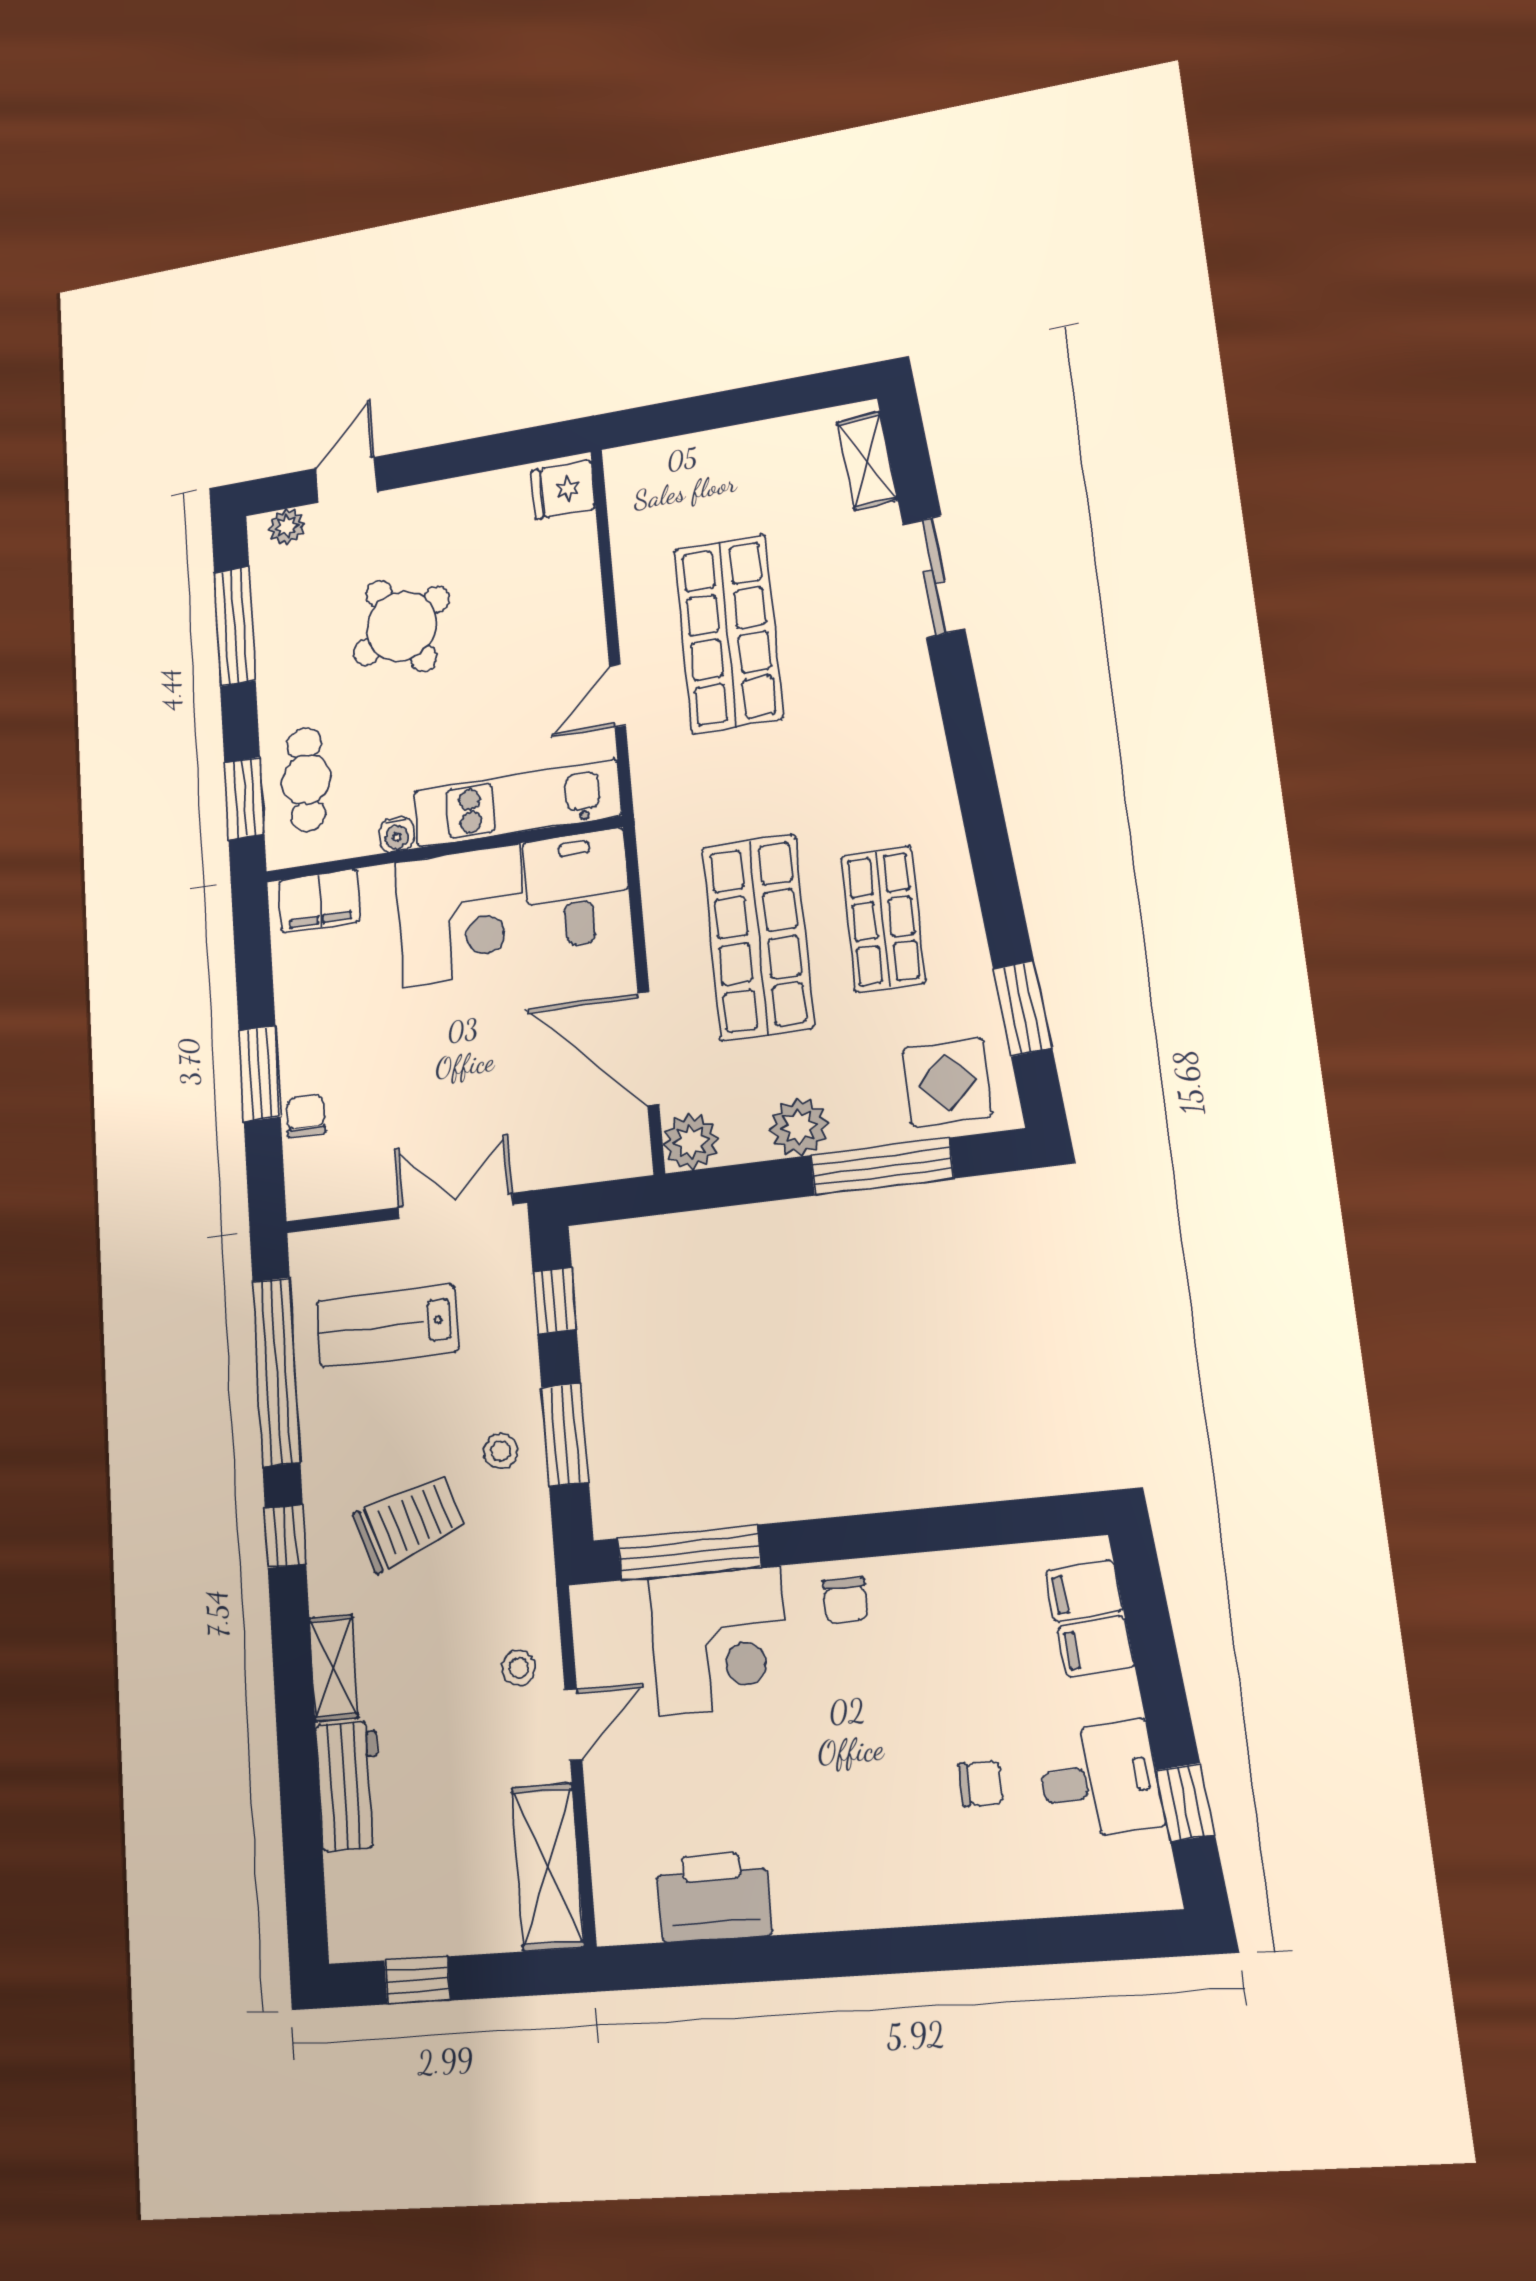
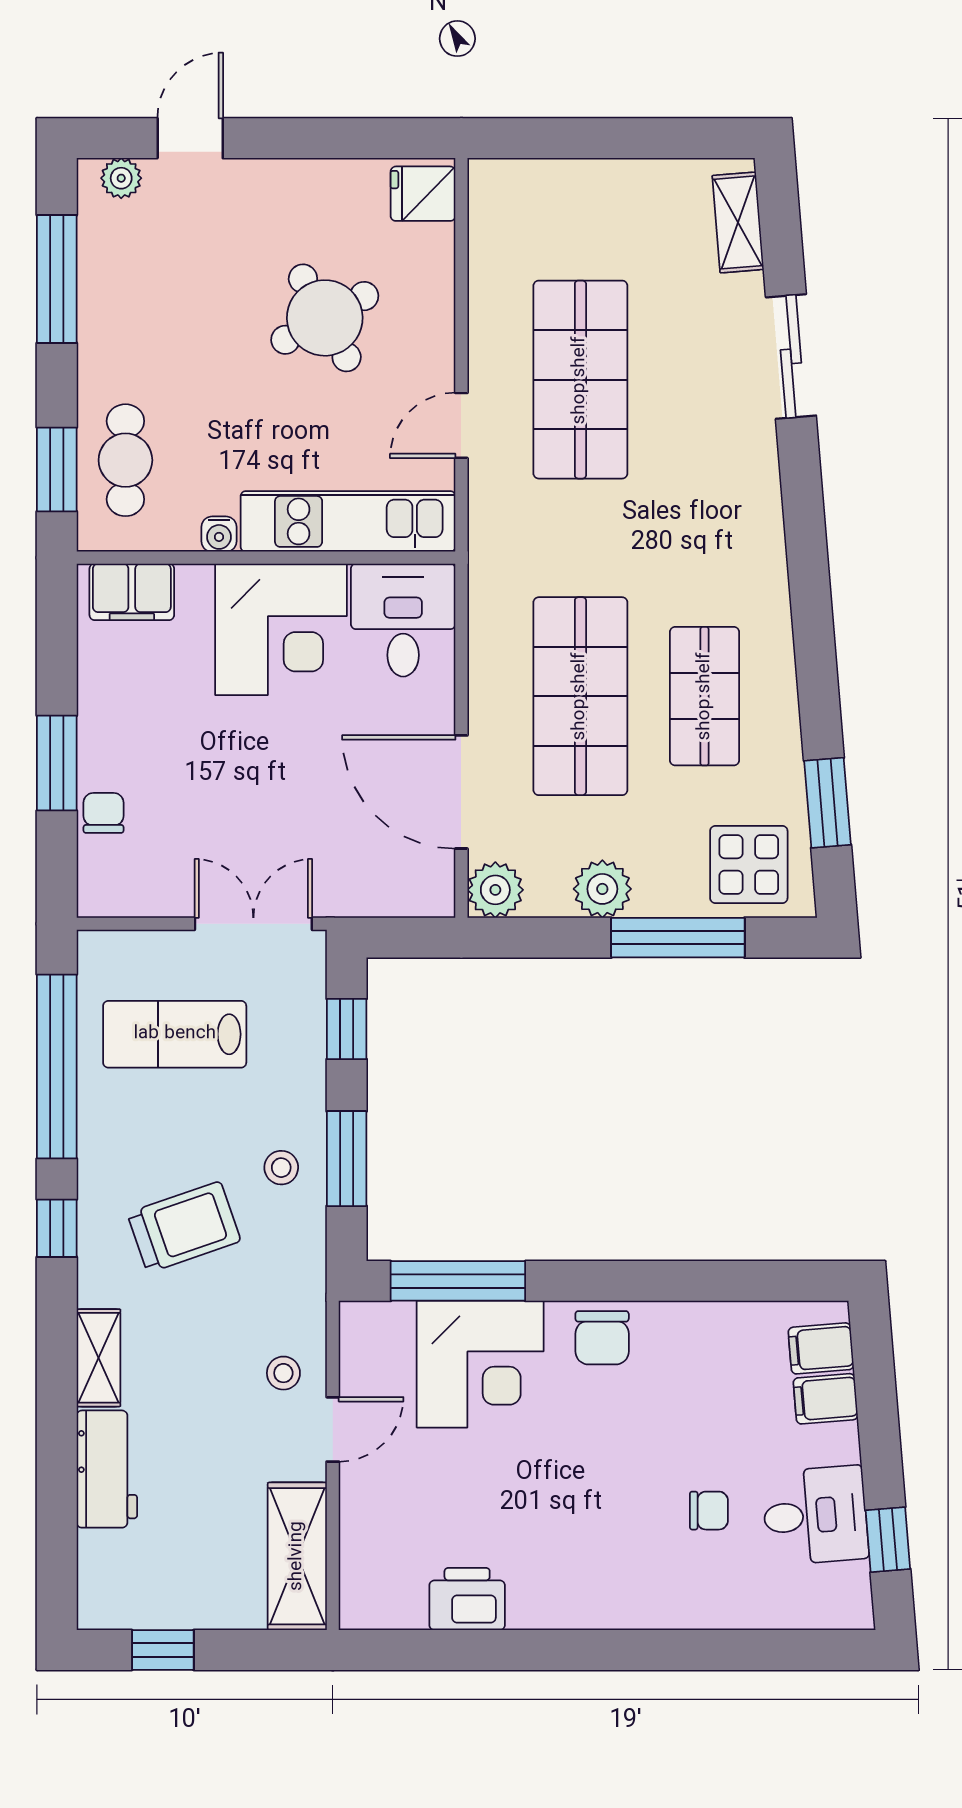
round table: (402, 626) -> (325, 318), moved
chair: (846, 1600) -> (602, 1338), width x1.37, depth x1.37
printer: (714, 1897) -> (467, 1599), width x0.73, depth x0.84

